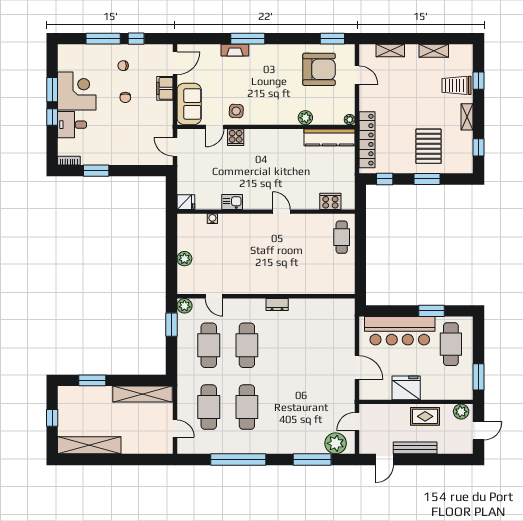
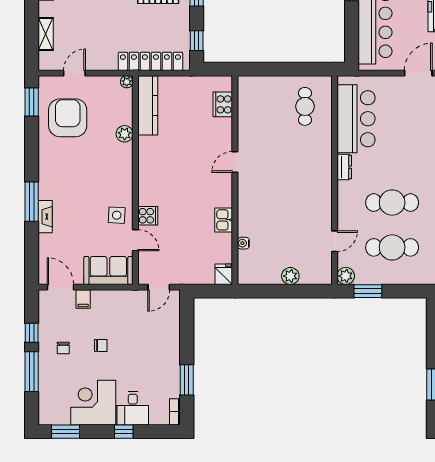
filing cabinet: (165, 88) -> (83, 299), width x0.50
window: (52, 90) -> (66, 432), moved
cafe table: (342, 237) -> (305, 106), moved, turned 90
bar counter: (318, 315) -> (356, 119), added

